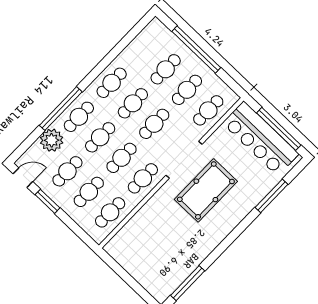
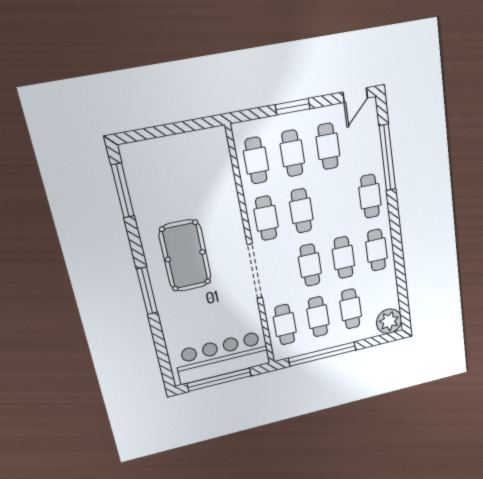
window: (196, 50) -> (322, 354), moved
window: (61, 109) -> (387, 158), moved
cafe table: (100, 137) -> (336, 203), removed
plant: (52, 140) -> (389, 321), moved
pool table: (206, 190) -> (185, 256), moved
window: (272, 196) -> (147, 291), moved
window: (48, 201) -> (293, 107), moved

